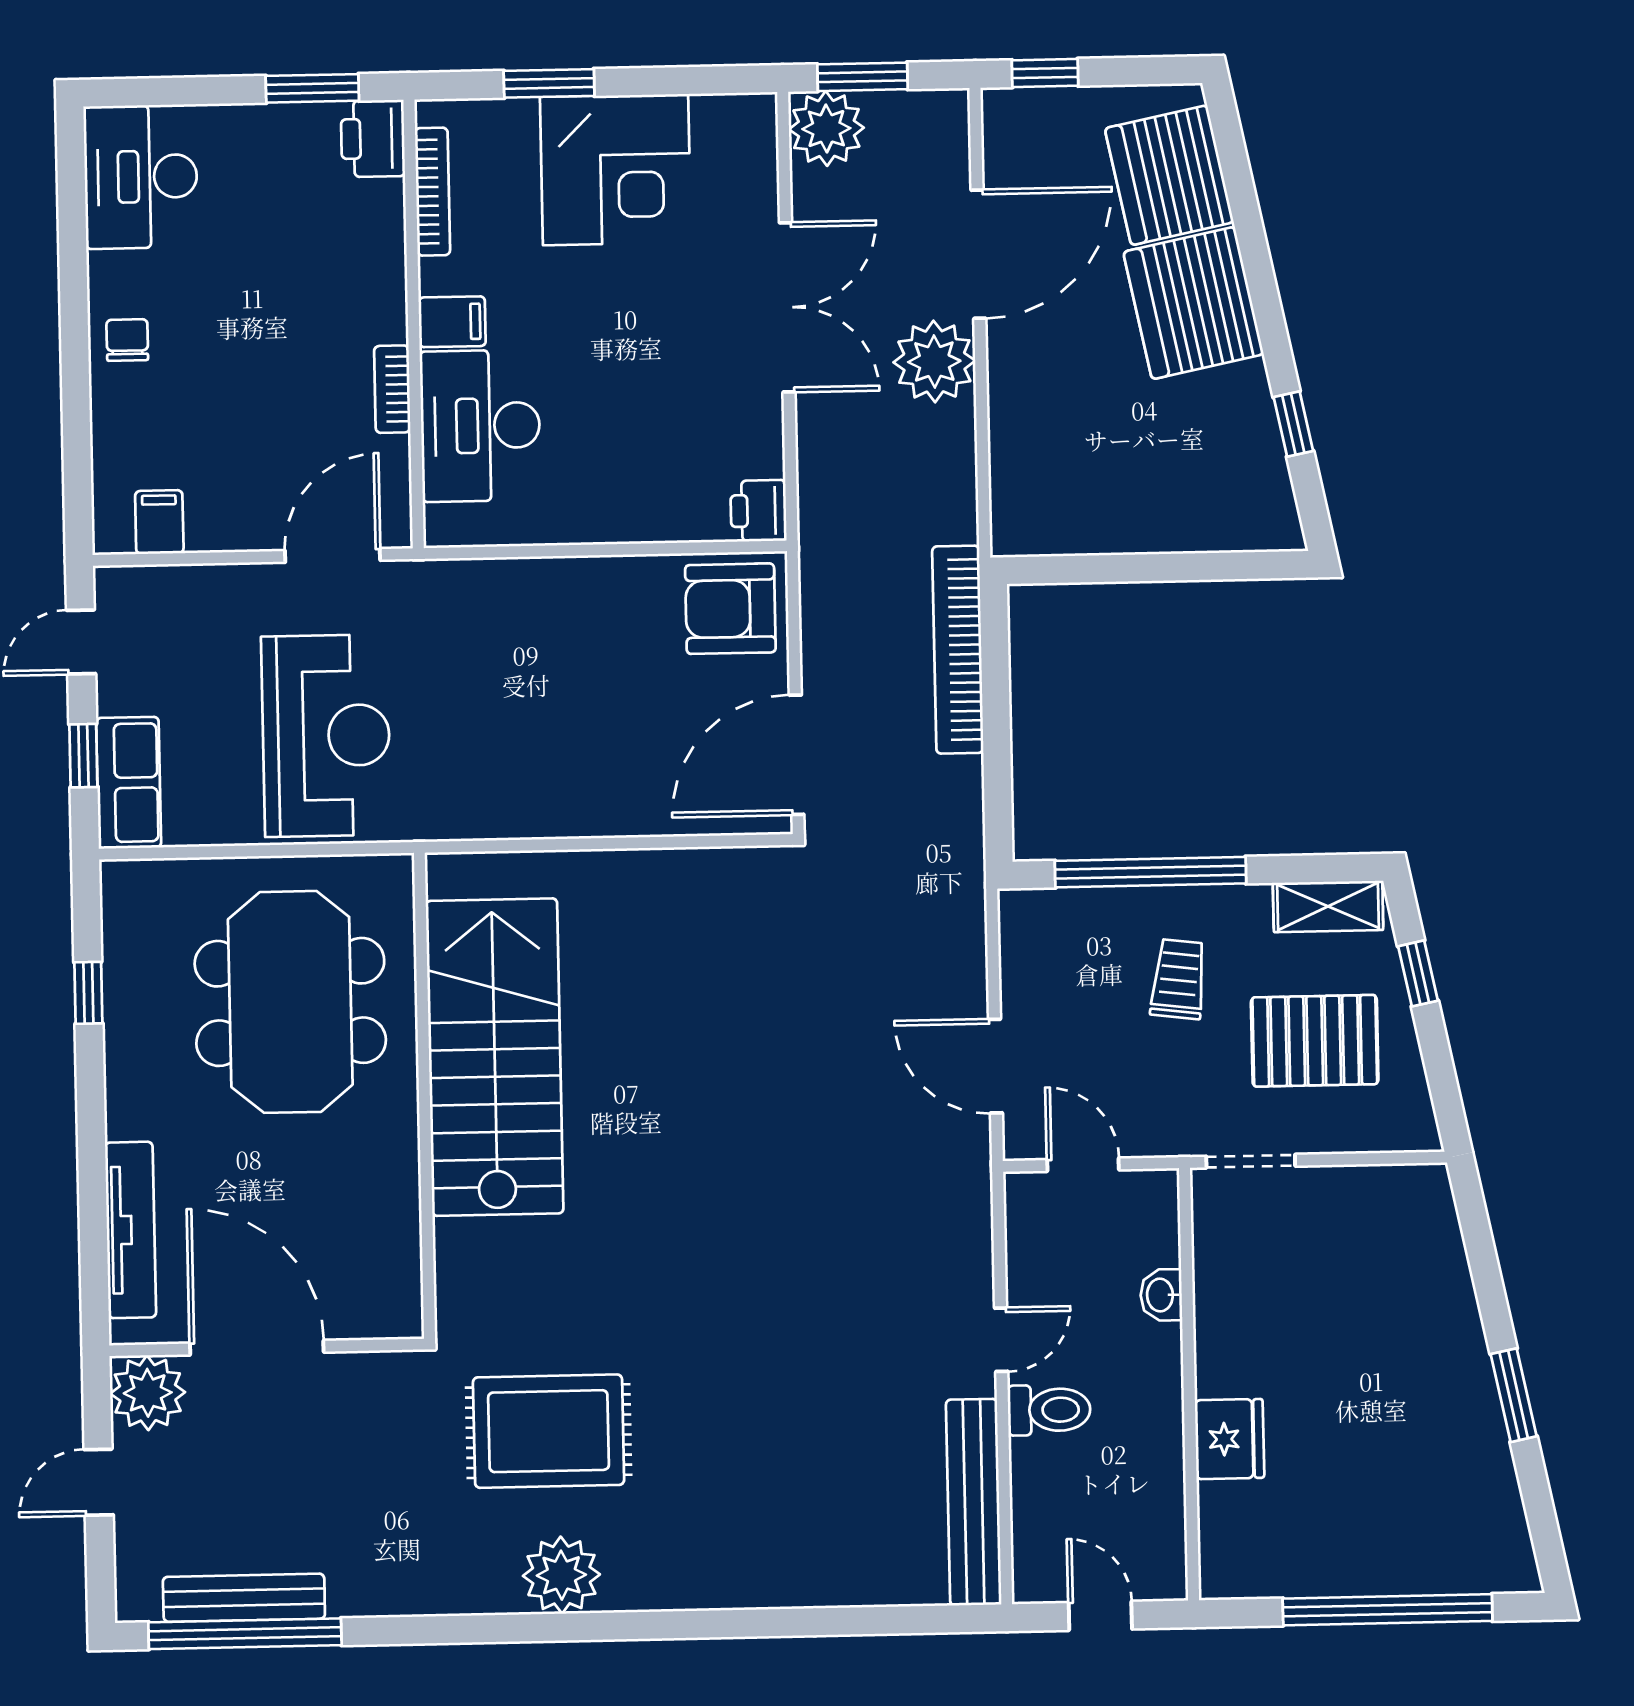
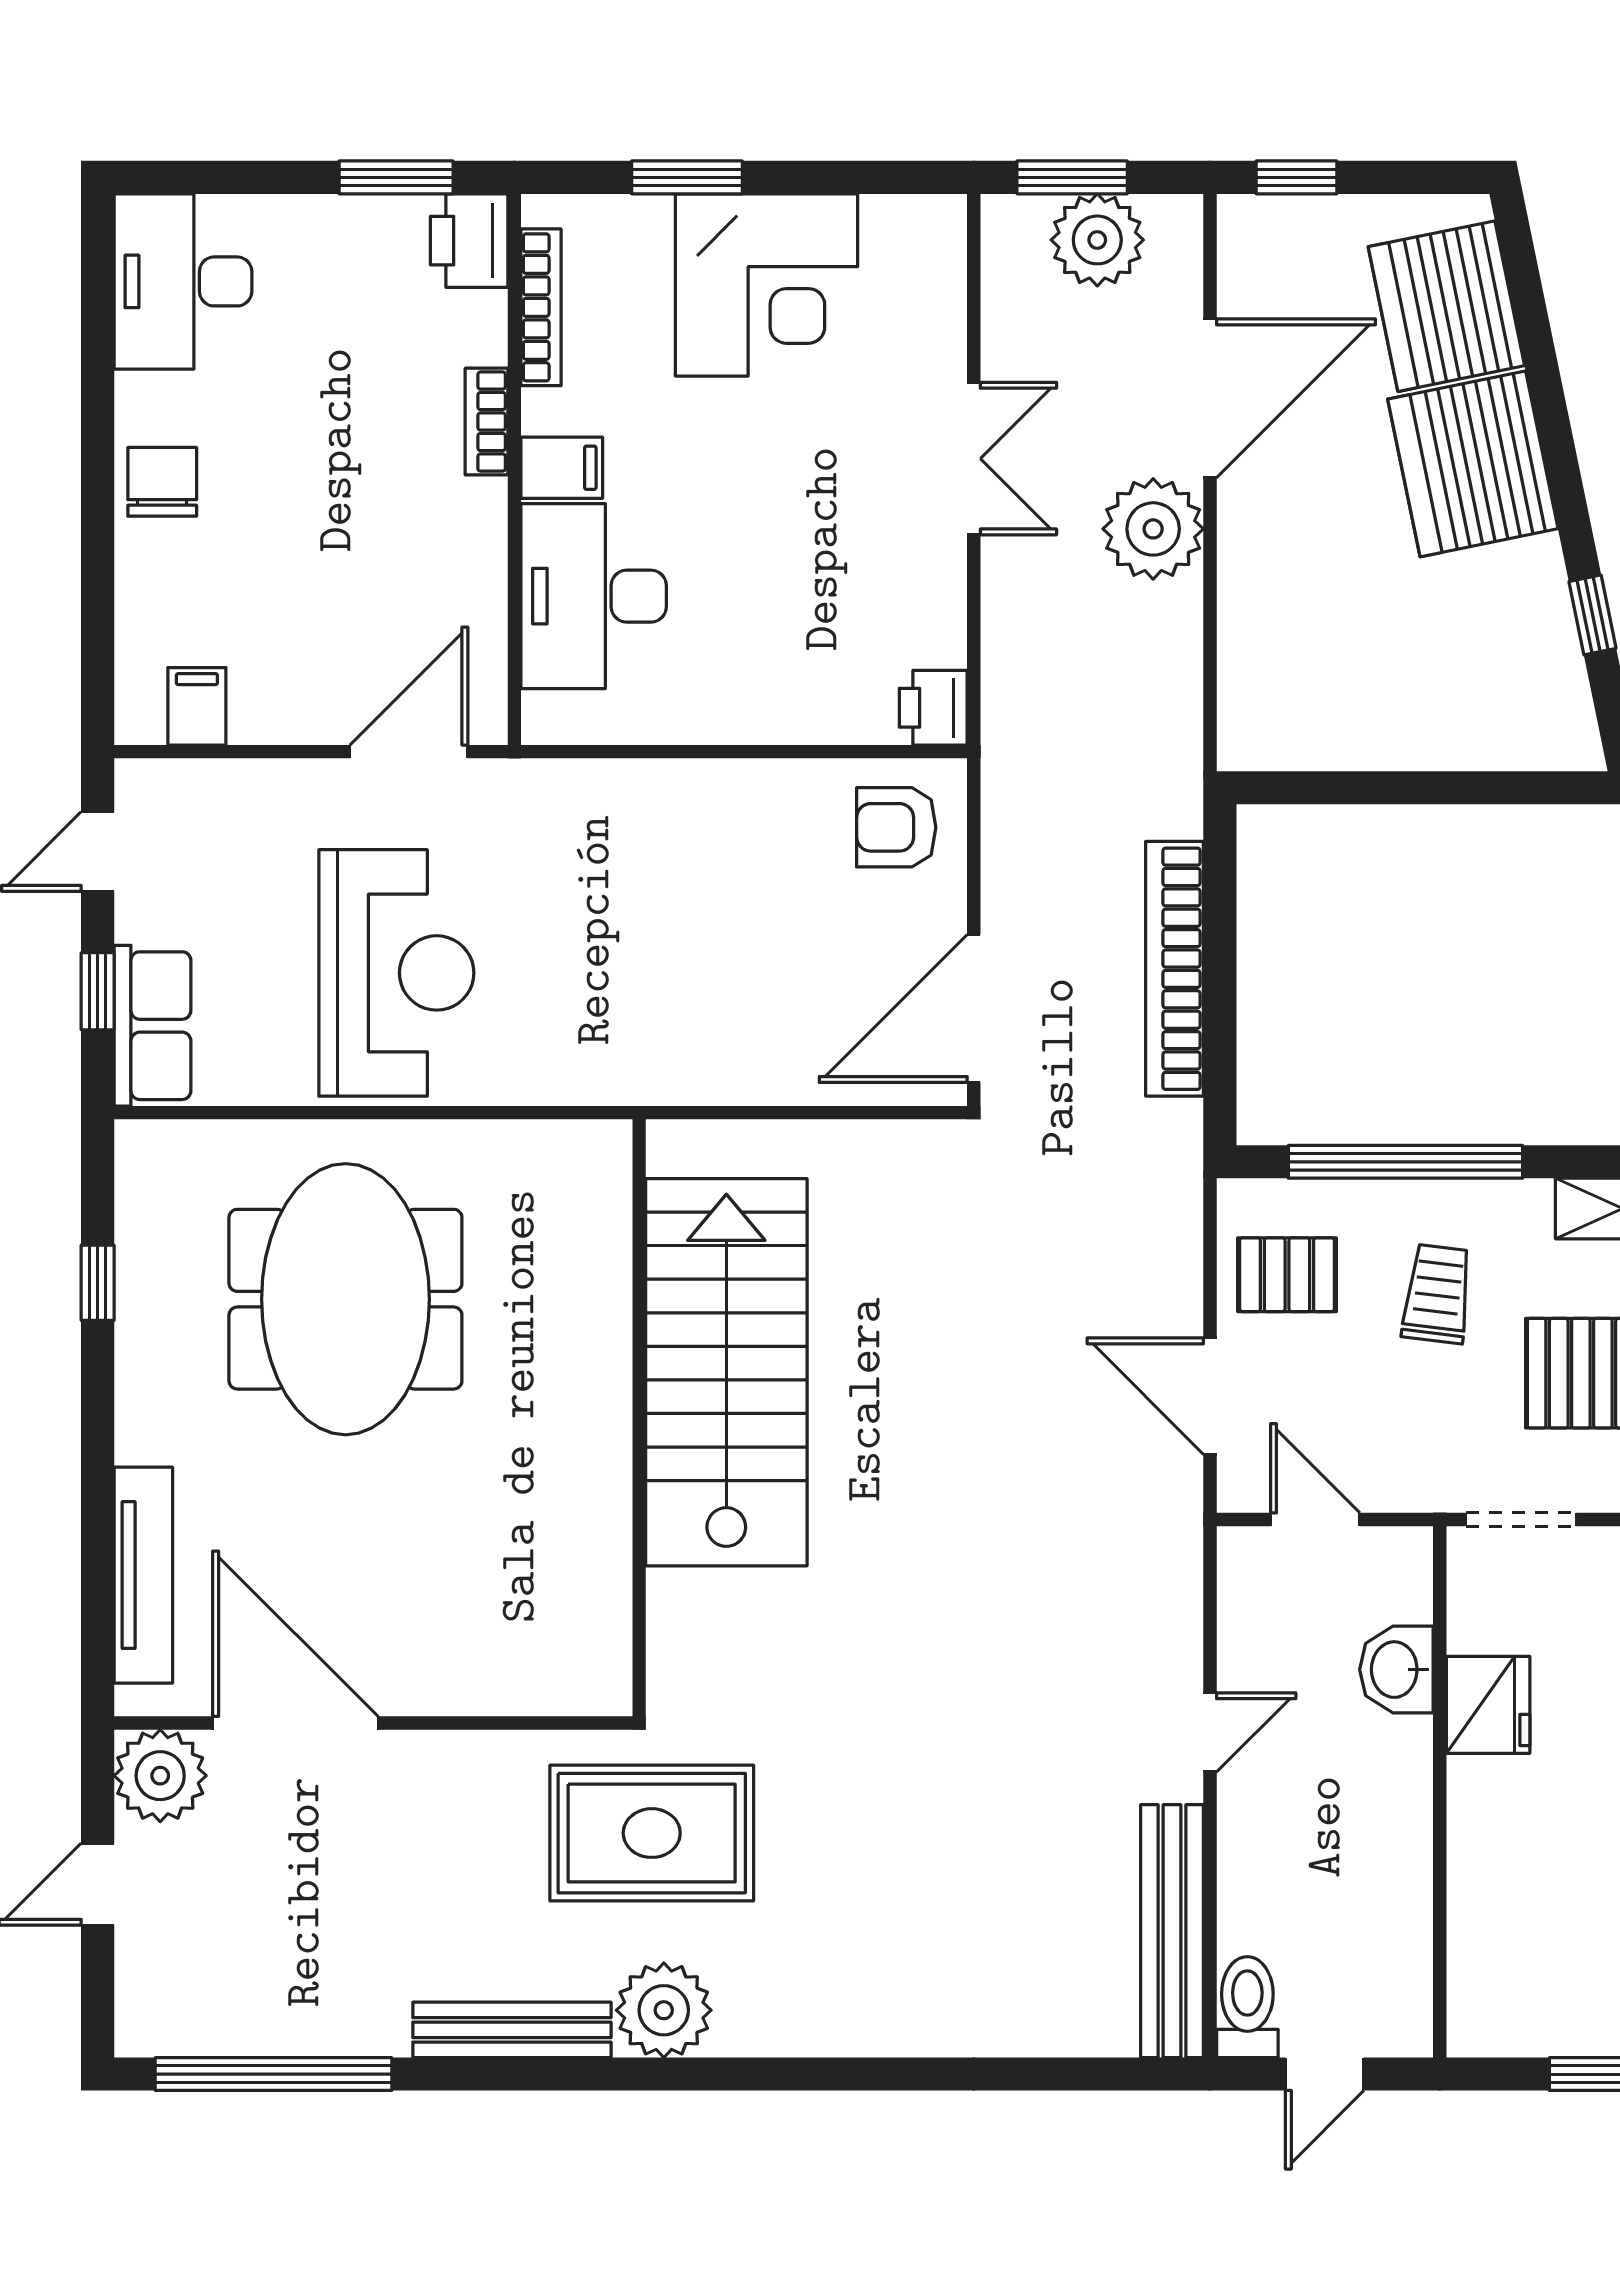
plant: (826, 129) -> (1097, 240), moved
double door: (787, 307) -> (974, 459), width x0.73
chair: (127, 340) -> (162, 482), width x1.37, depth x1.37
bookcase: (392, 389) -> (486, 422), moved
armchair: (730, 609) -> (896, 827), width x0.72, depth x0.72
bookcase: (958, 650) -> (1175, 969), moved
pallet: (1056, 966) -> (1287, 1275), added
stairs: (495, 1057) -> (726, 1372), moved
wall: (424, 1096) -> (639, 1418), moved
washbasin: (1161, 1295) -> (1396, 1670), width x1.38, depth x1.45
toilet: (1049, 1410) -> (1247, 2007), moved, turned -90
fridge: (1230, 1439) -> (1488, 1705), moved
bench: (244, 1598) -> (512, 2030), moved
door: (1100, 1616) -> (1325, 2074), swing flipped

